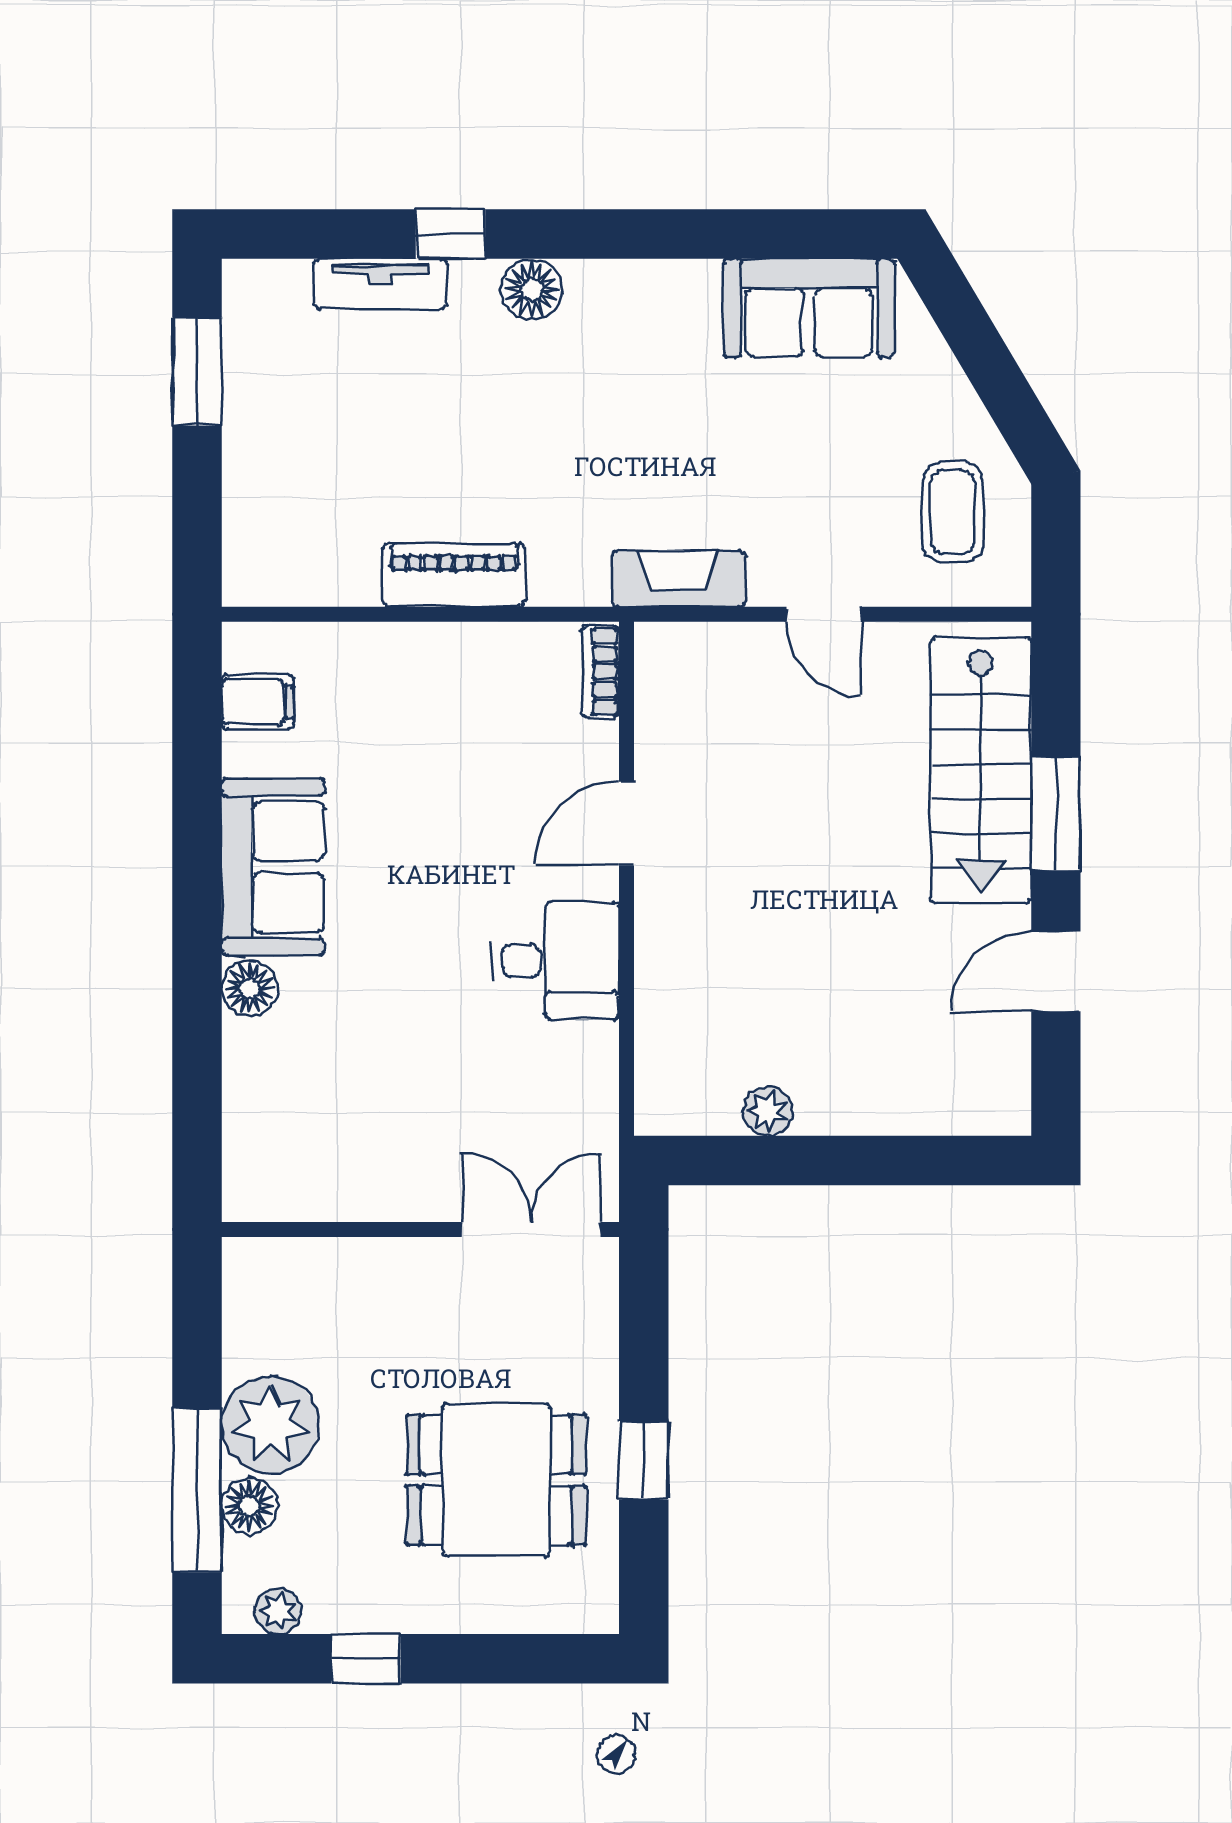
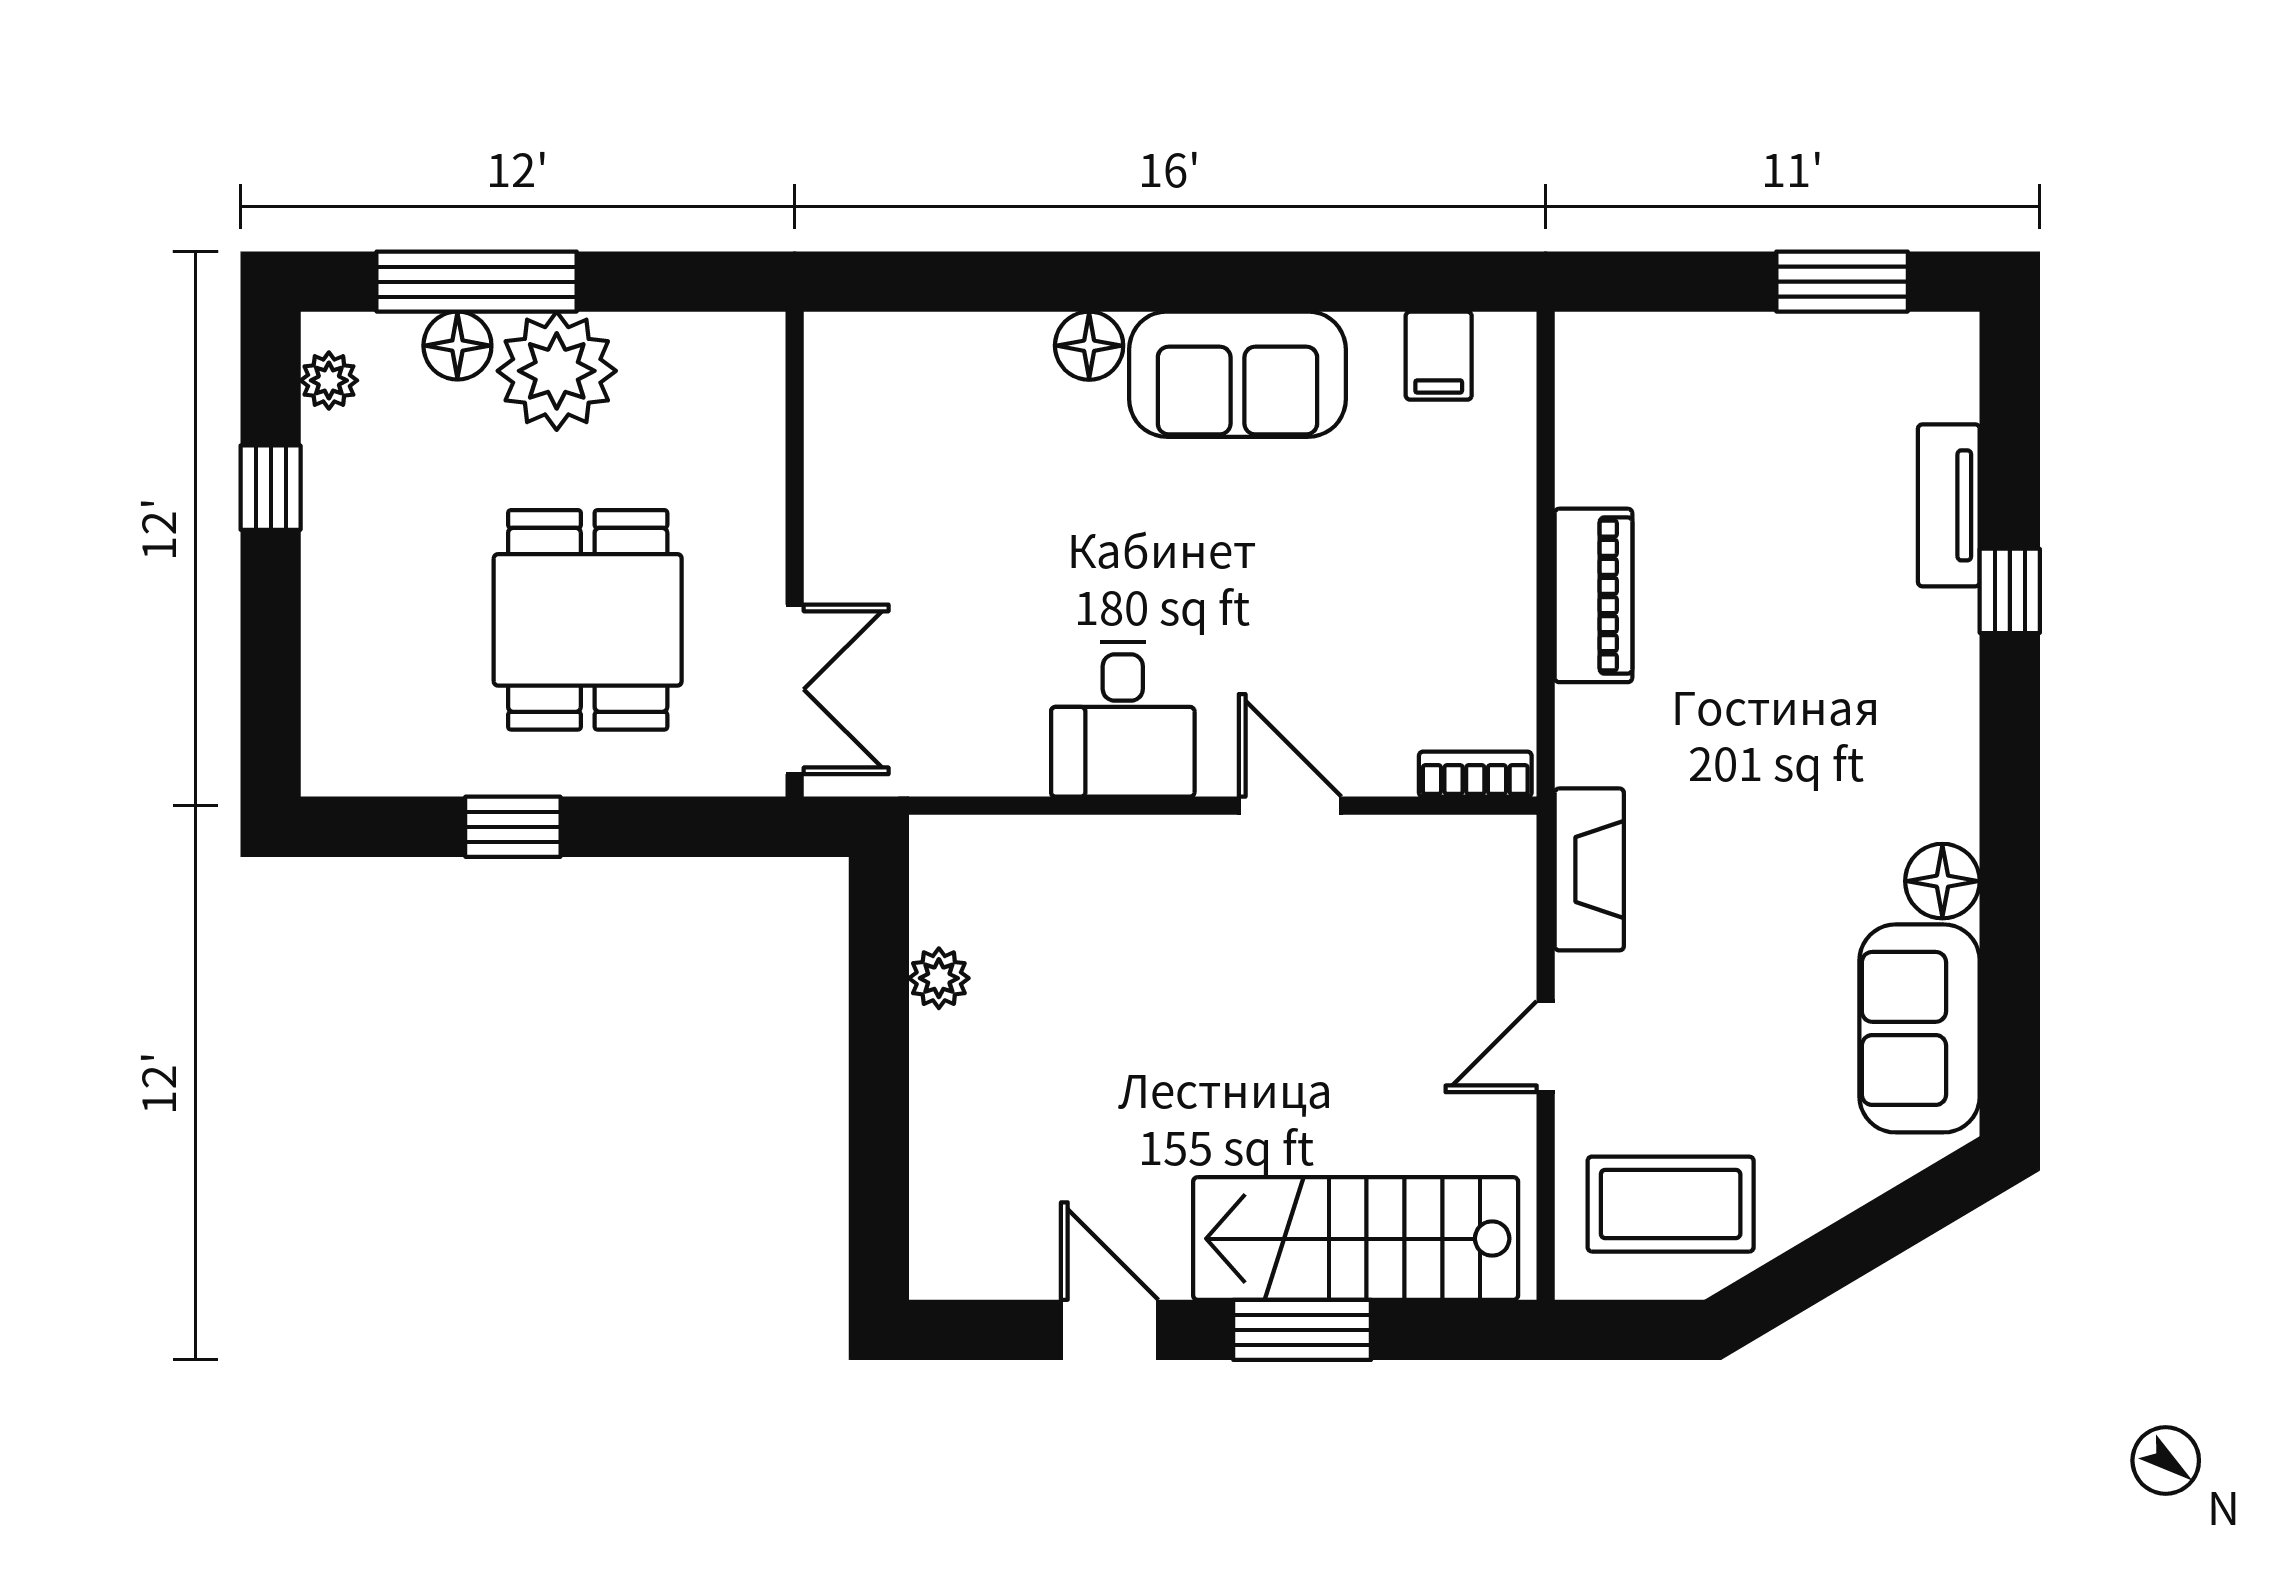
floor lamp: (532, 289) -> (1942, 881), moved
coffee table: (953, 512) -> (1671, 1204), width x1.36, depth x1.30
dining table: (496, 1480) -> (588, 620), moved

